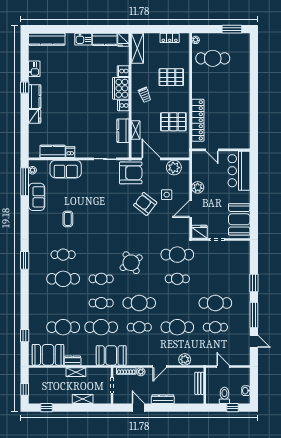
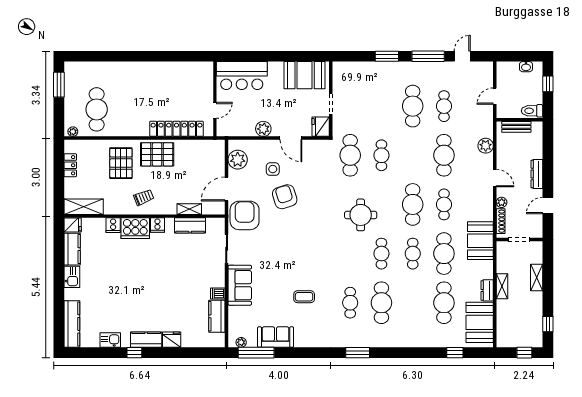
pallet: (173, 122) -> (157, 154), moved, turned 90
sofa: (66, 169) -> (240, 285), moved
armchair: (145, 204) -> (285, 197), turned 125
round table: (131, 263) -> (361, 215), turned 32
toilet: (224, 395) -> (532, 111), moved

